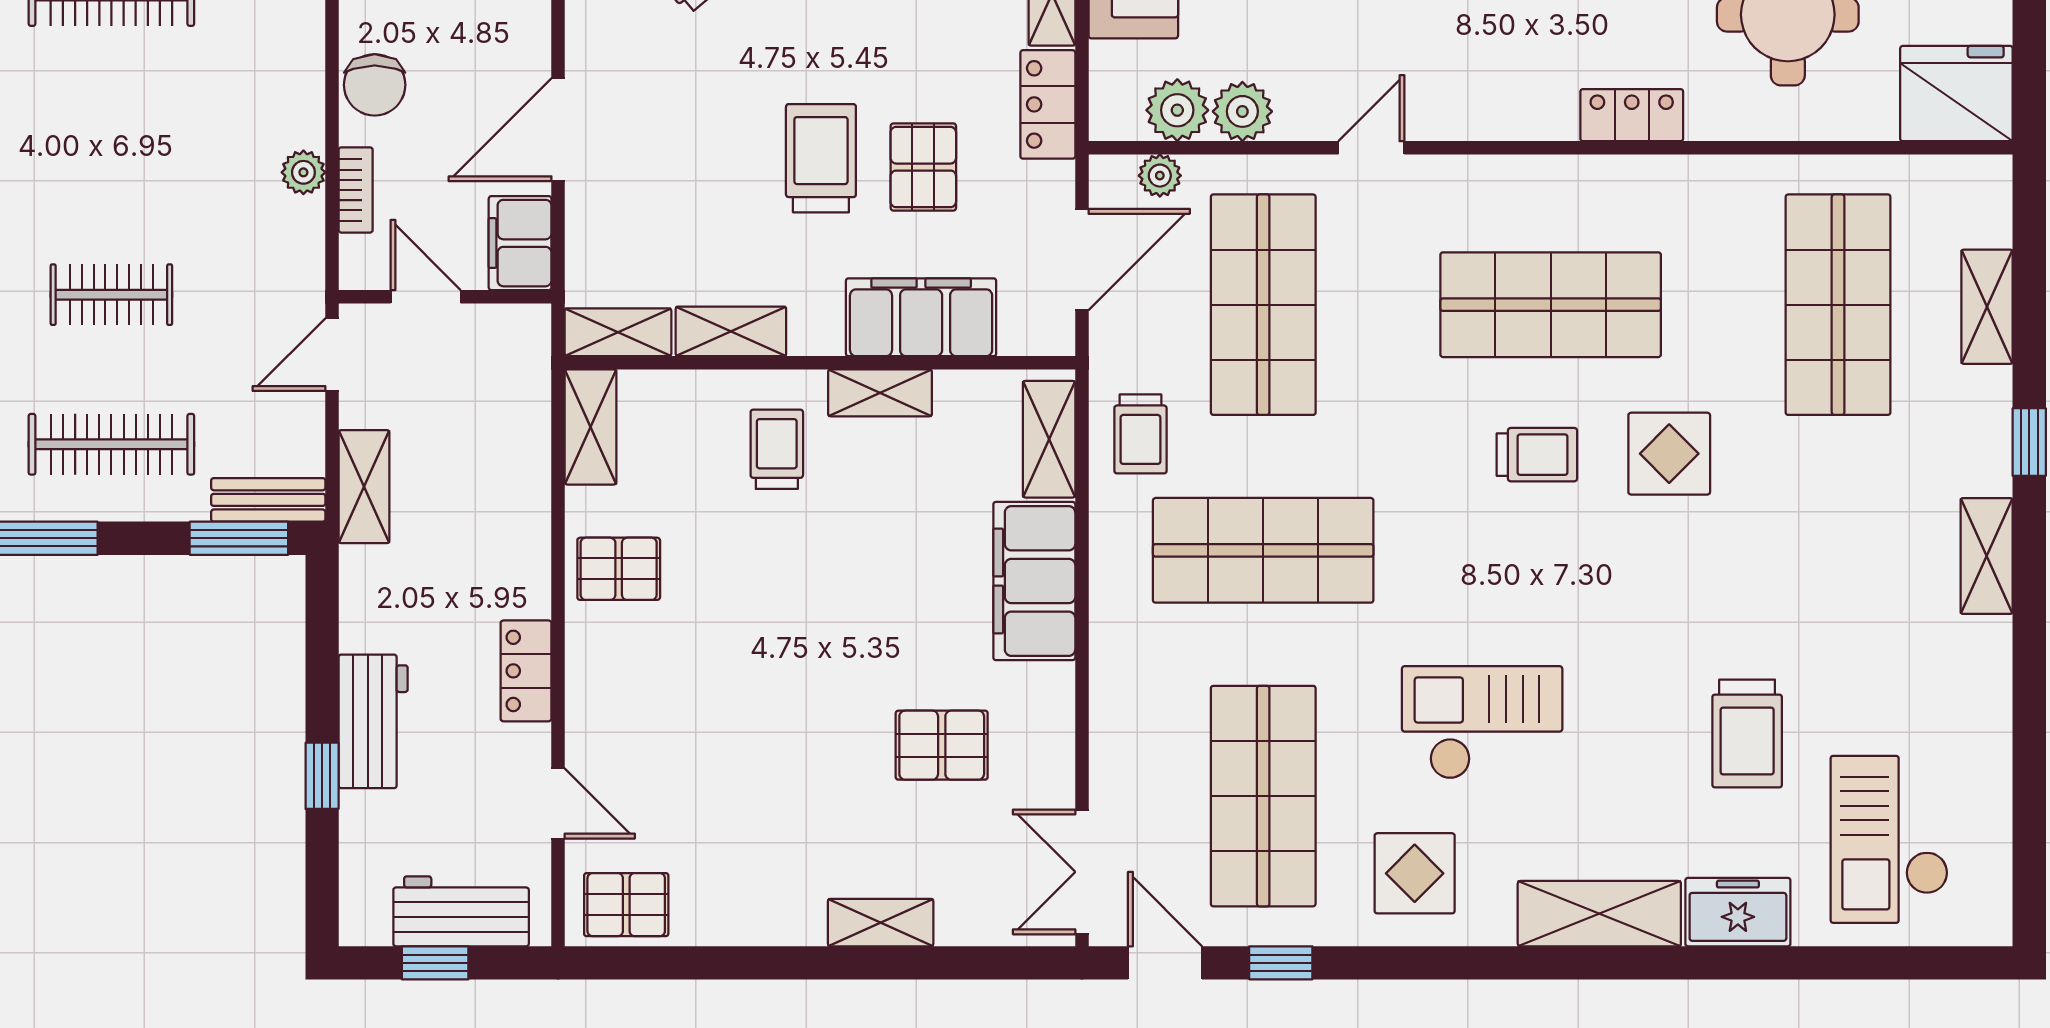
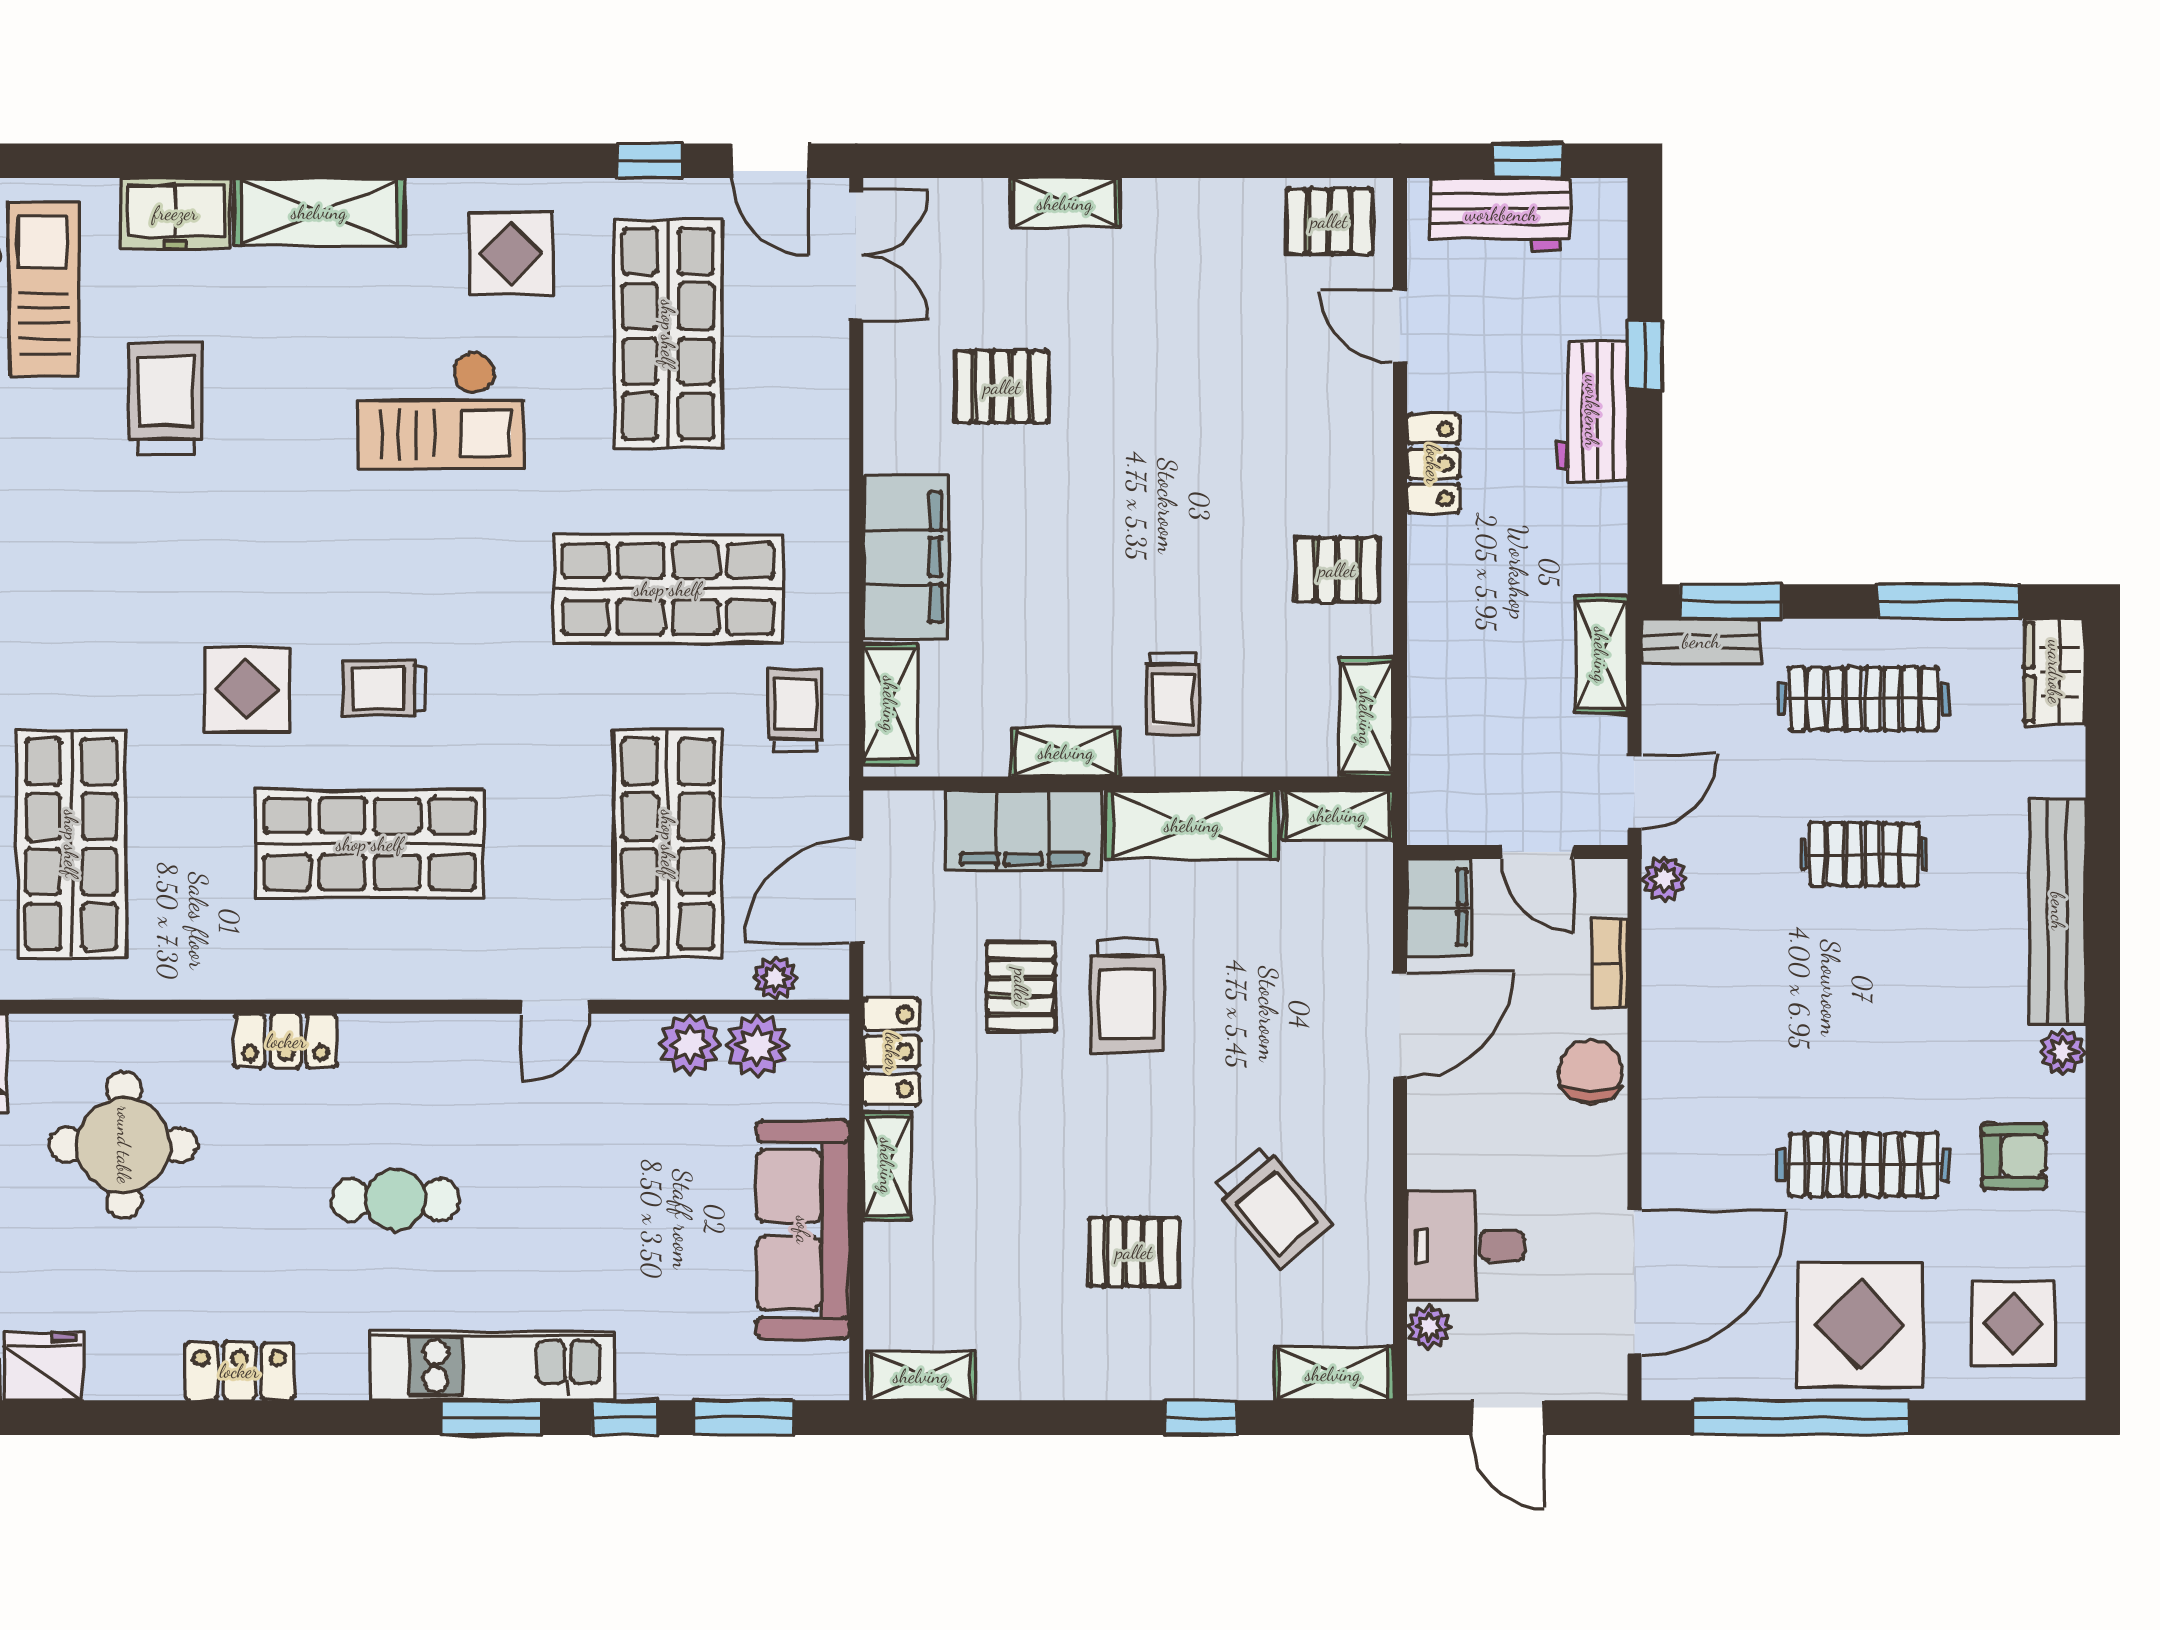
plant: (303, 172) -> (1664, 879), moved
shelving: (731, 331) -> (1192, 825), width x1.50, depth x1.33

